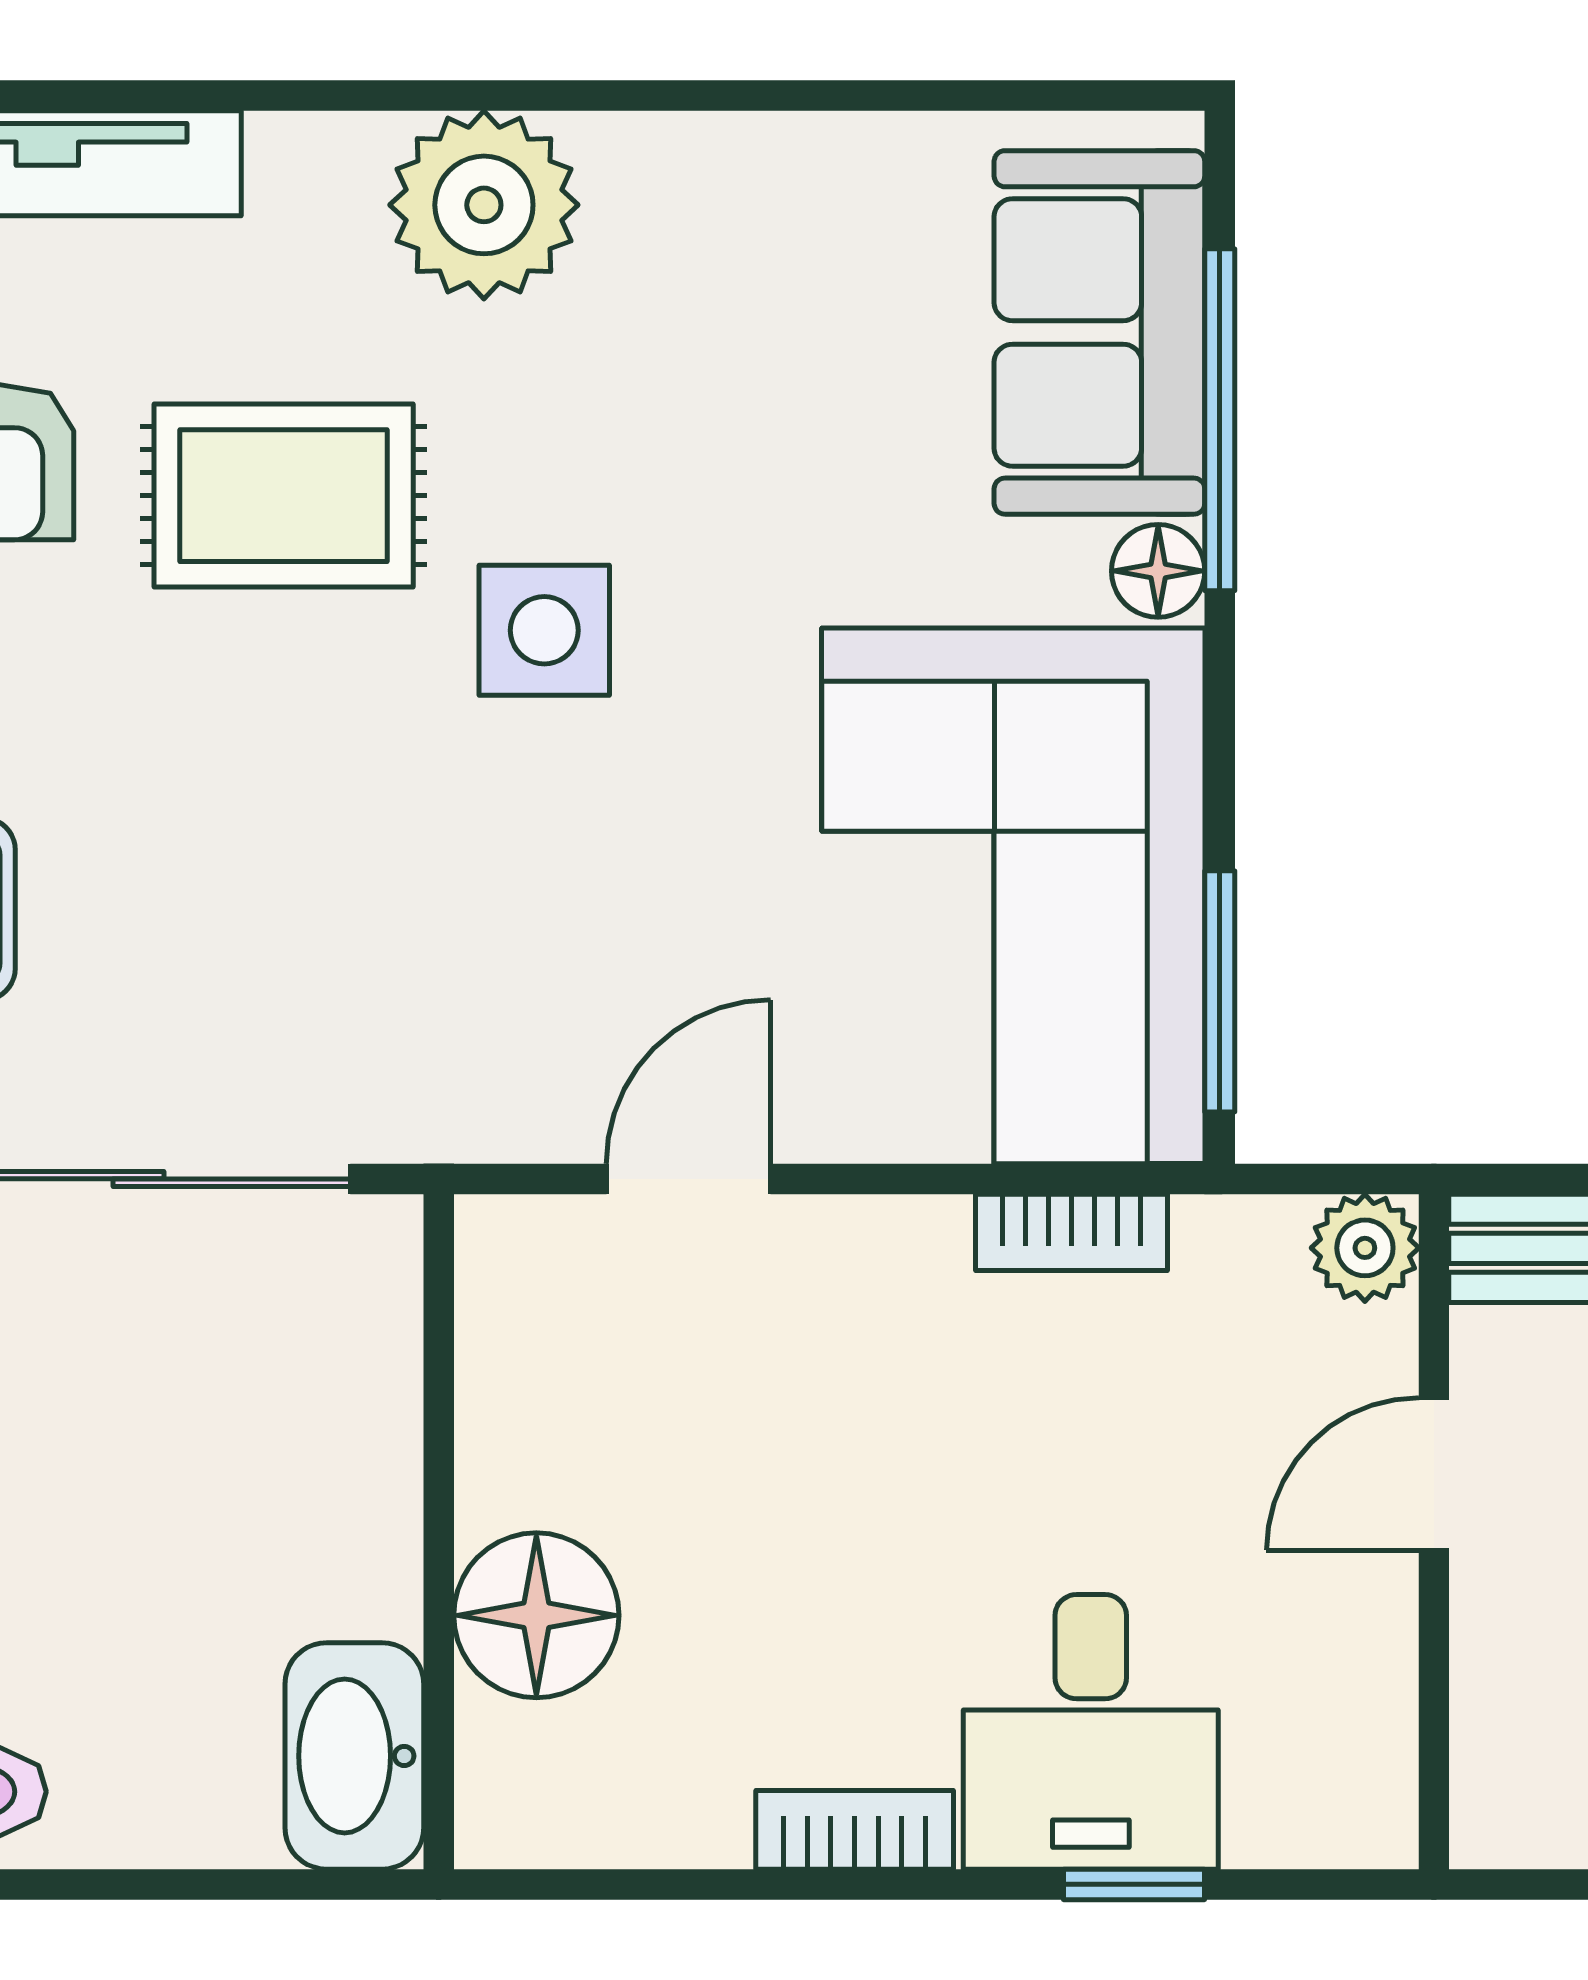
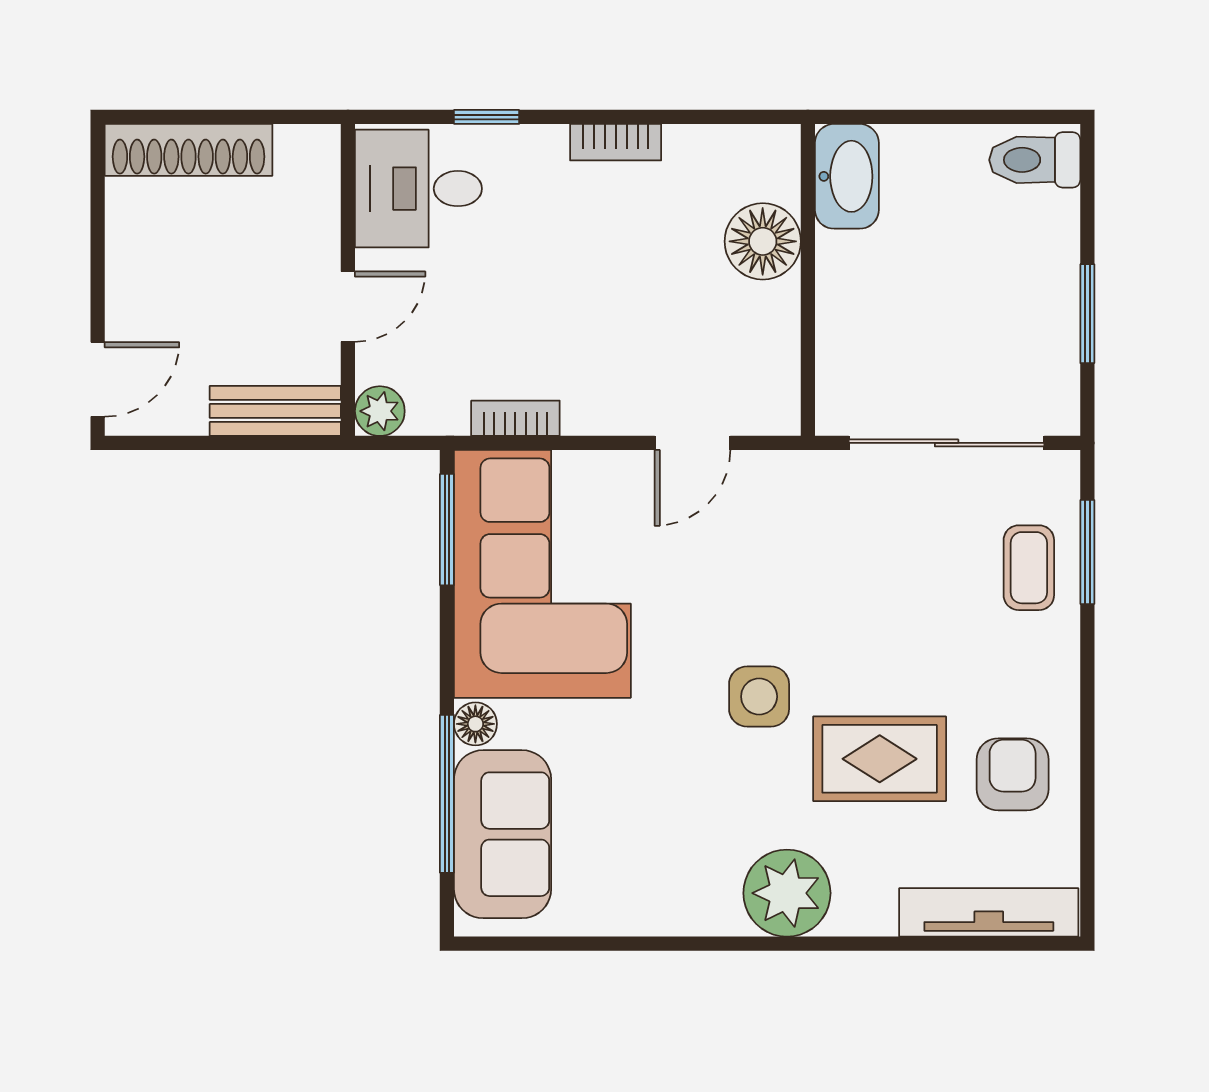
desk: (1091, 1732) -> (418, 189), moved, turned -90

